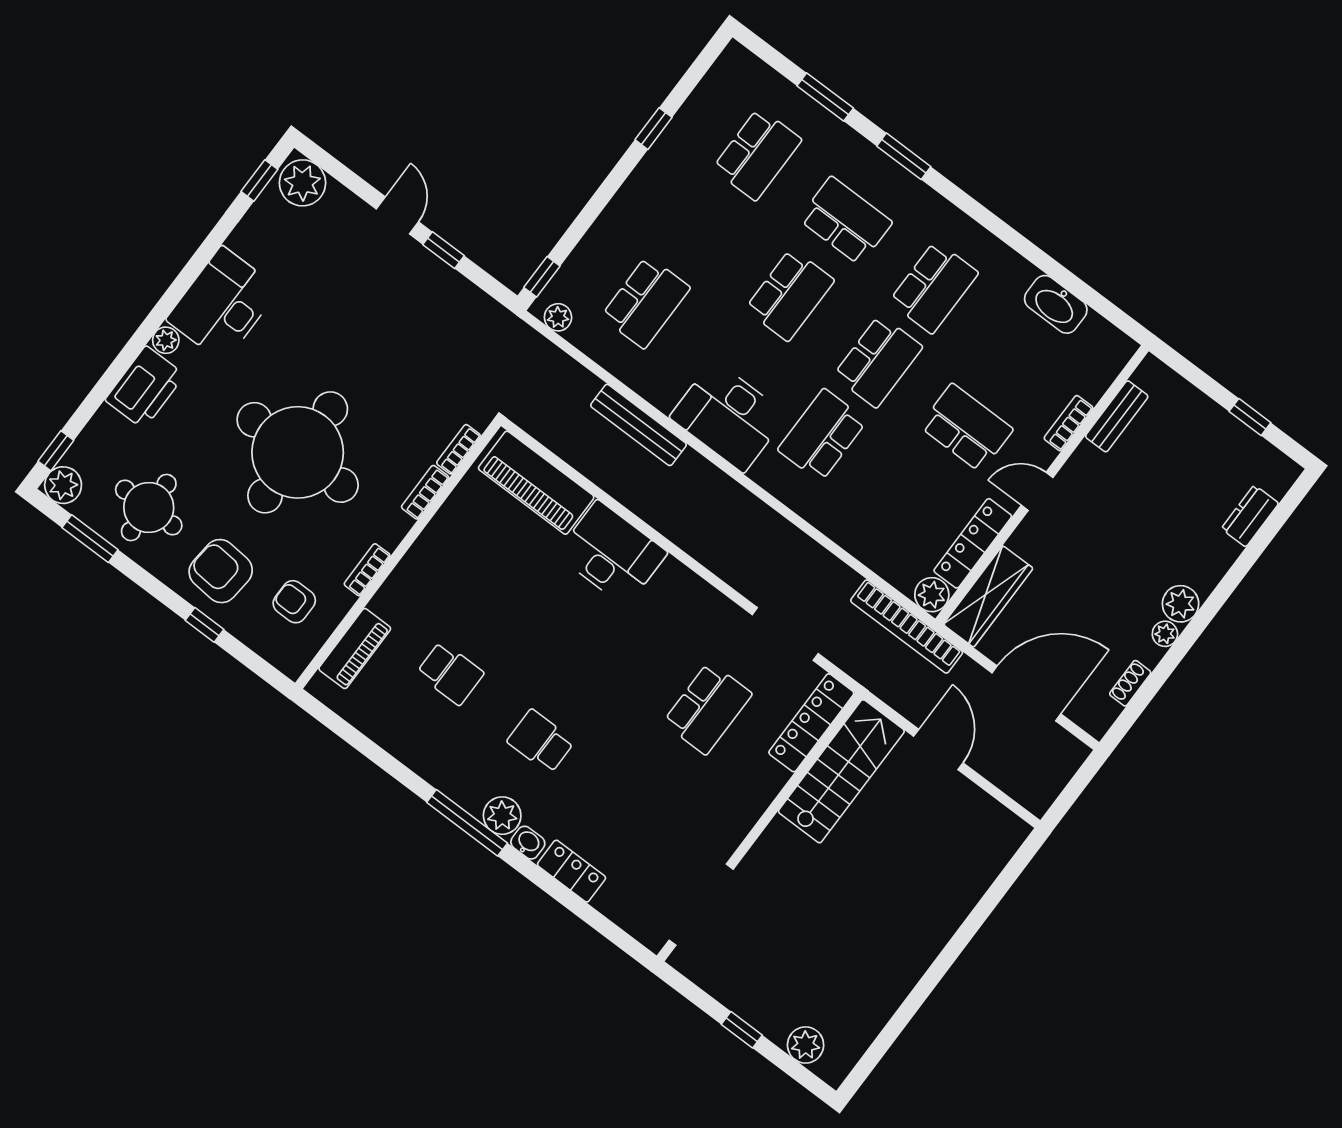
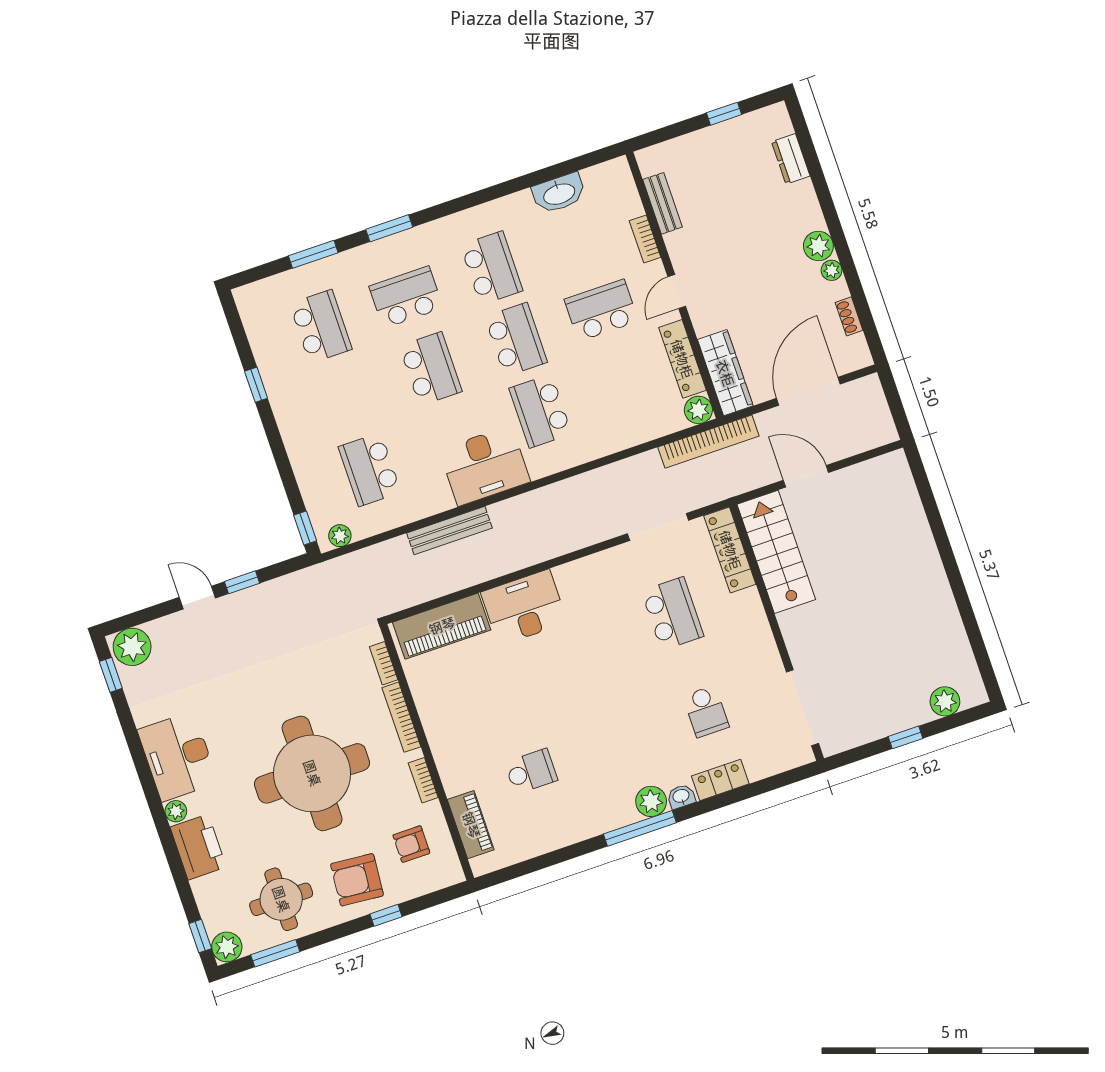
school desk: (646, 302) -> (370, 469), turned 180
bookcase: (425, 492) -> (401, 717), width x1.56
school desk: (541, 741) -> (706, 711), moved, turned -90

